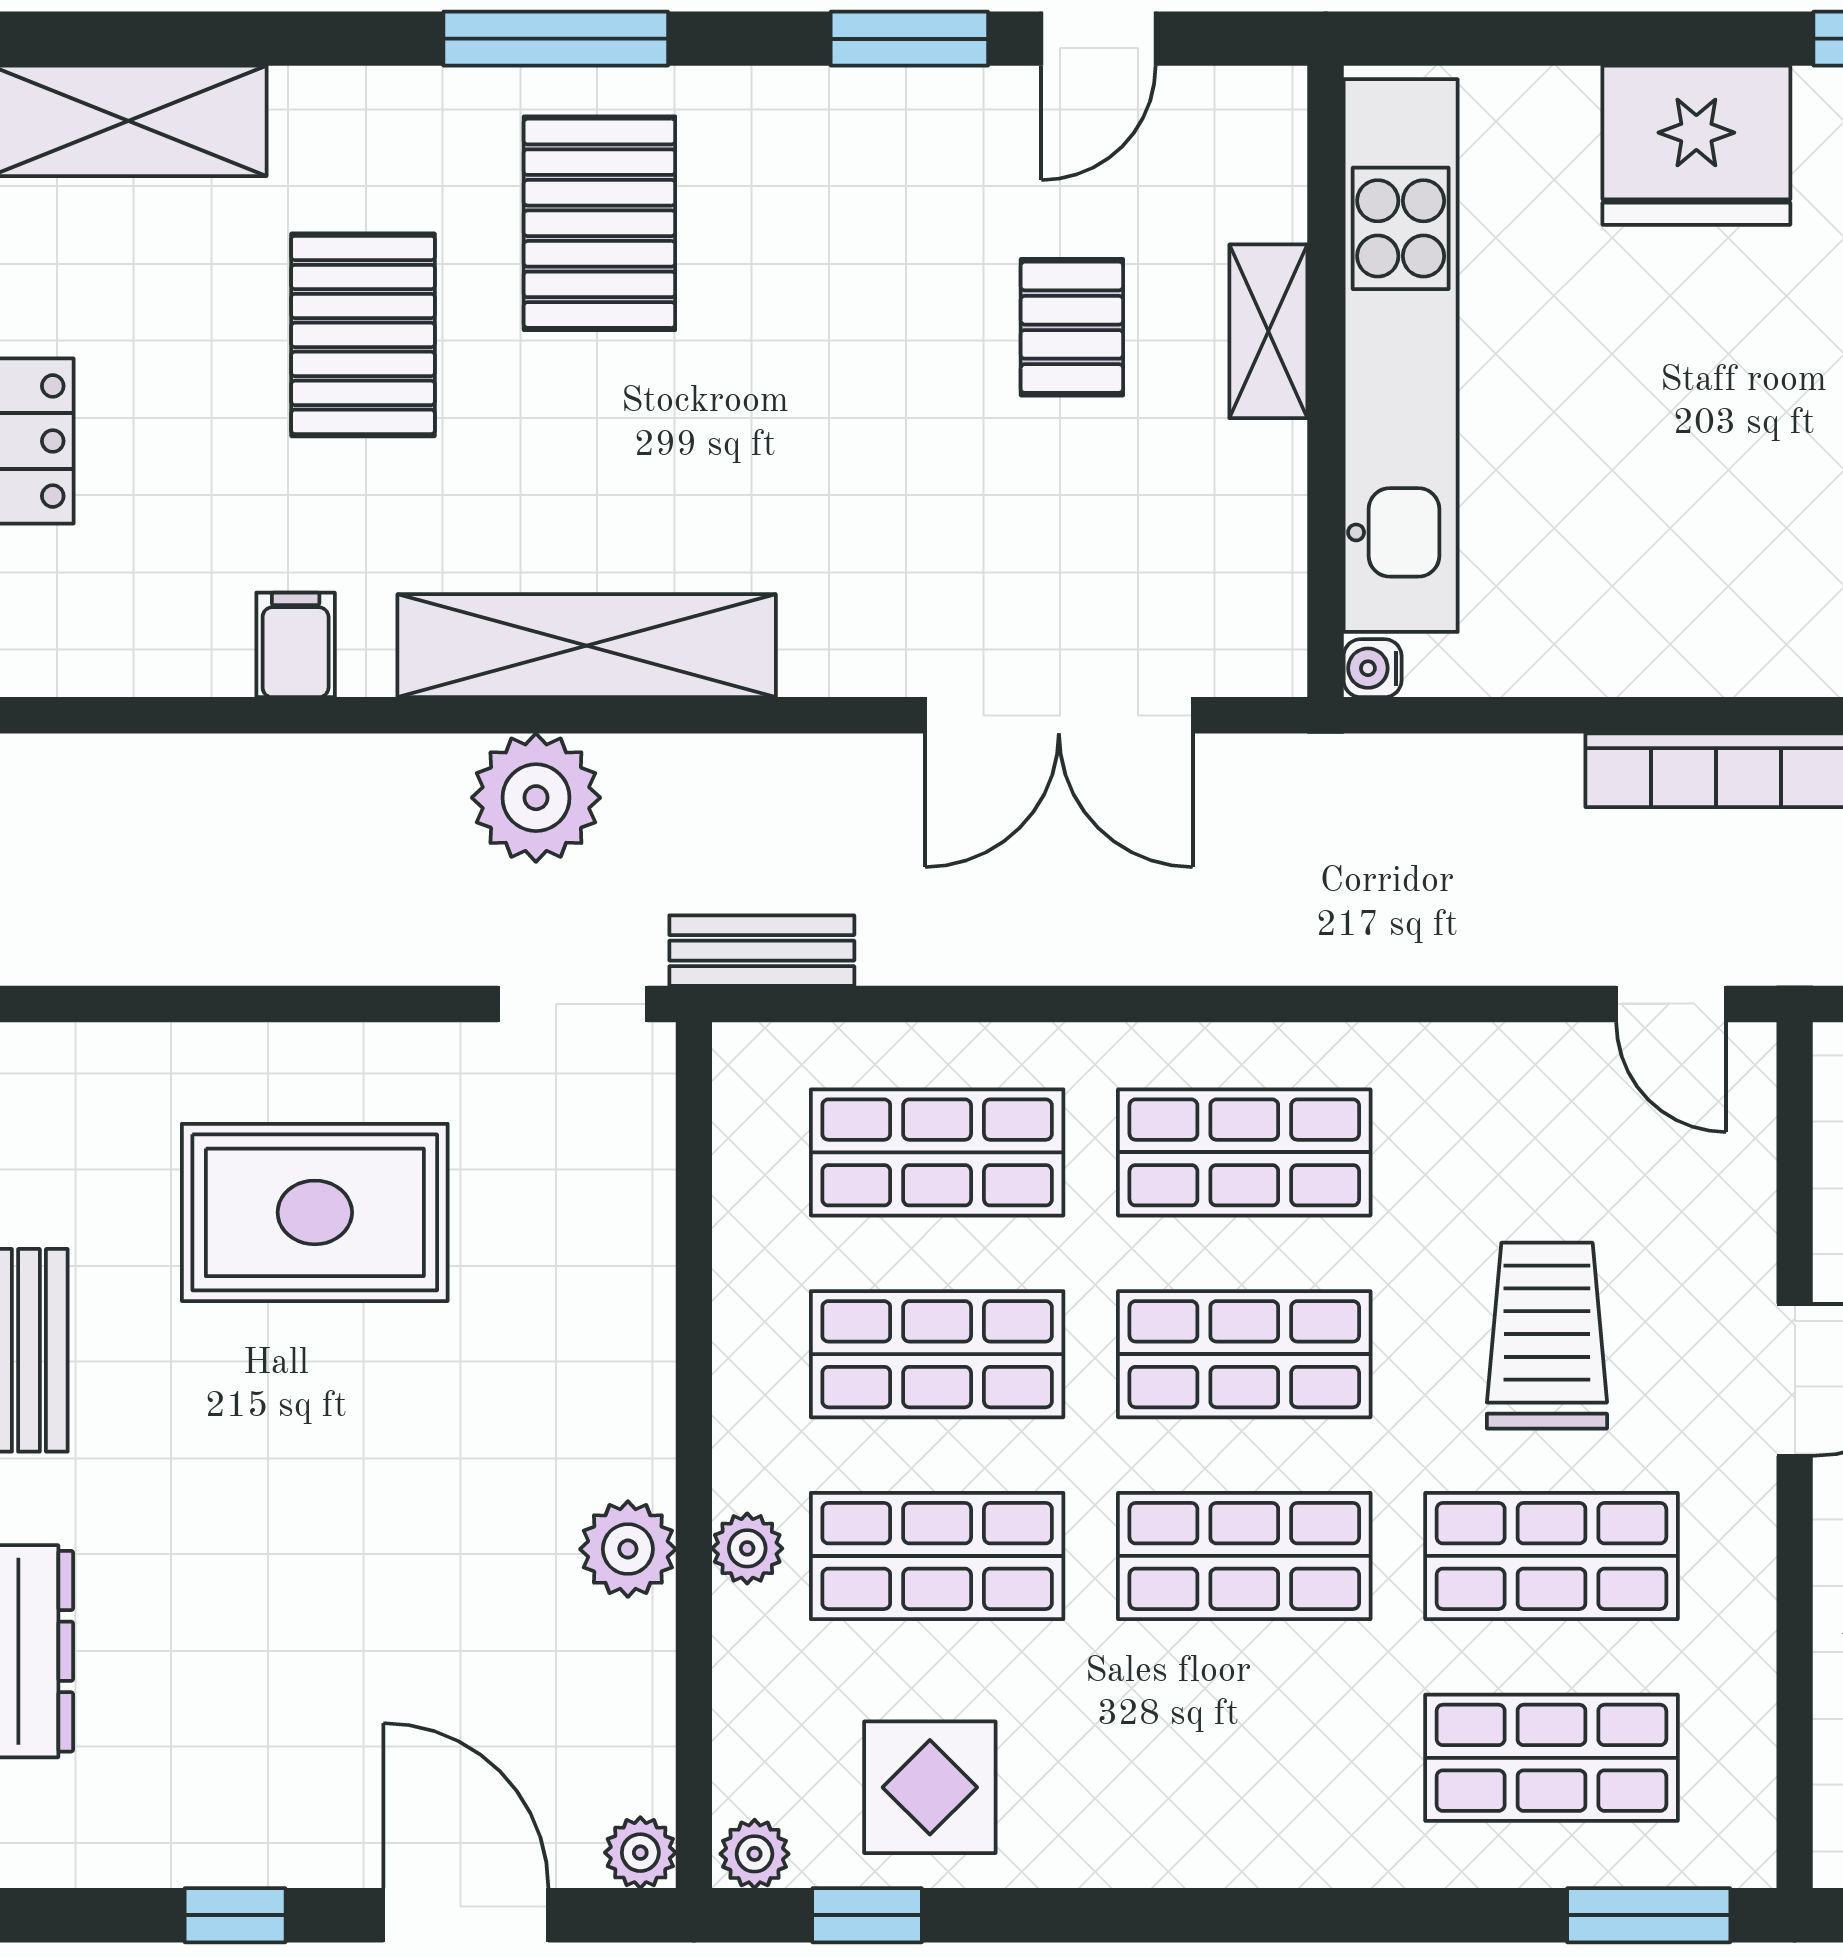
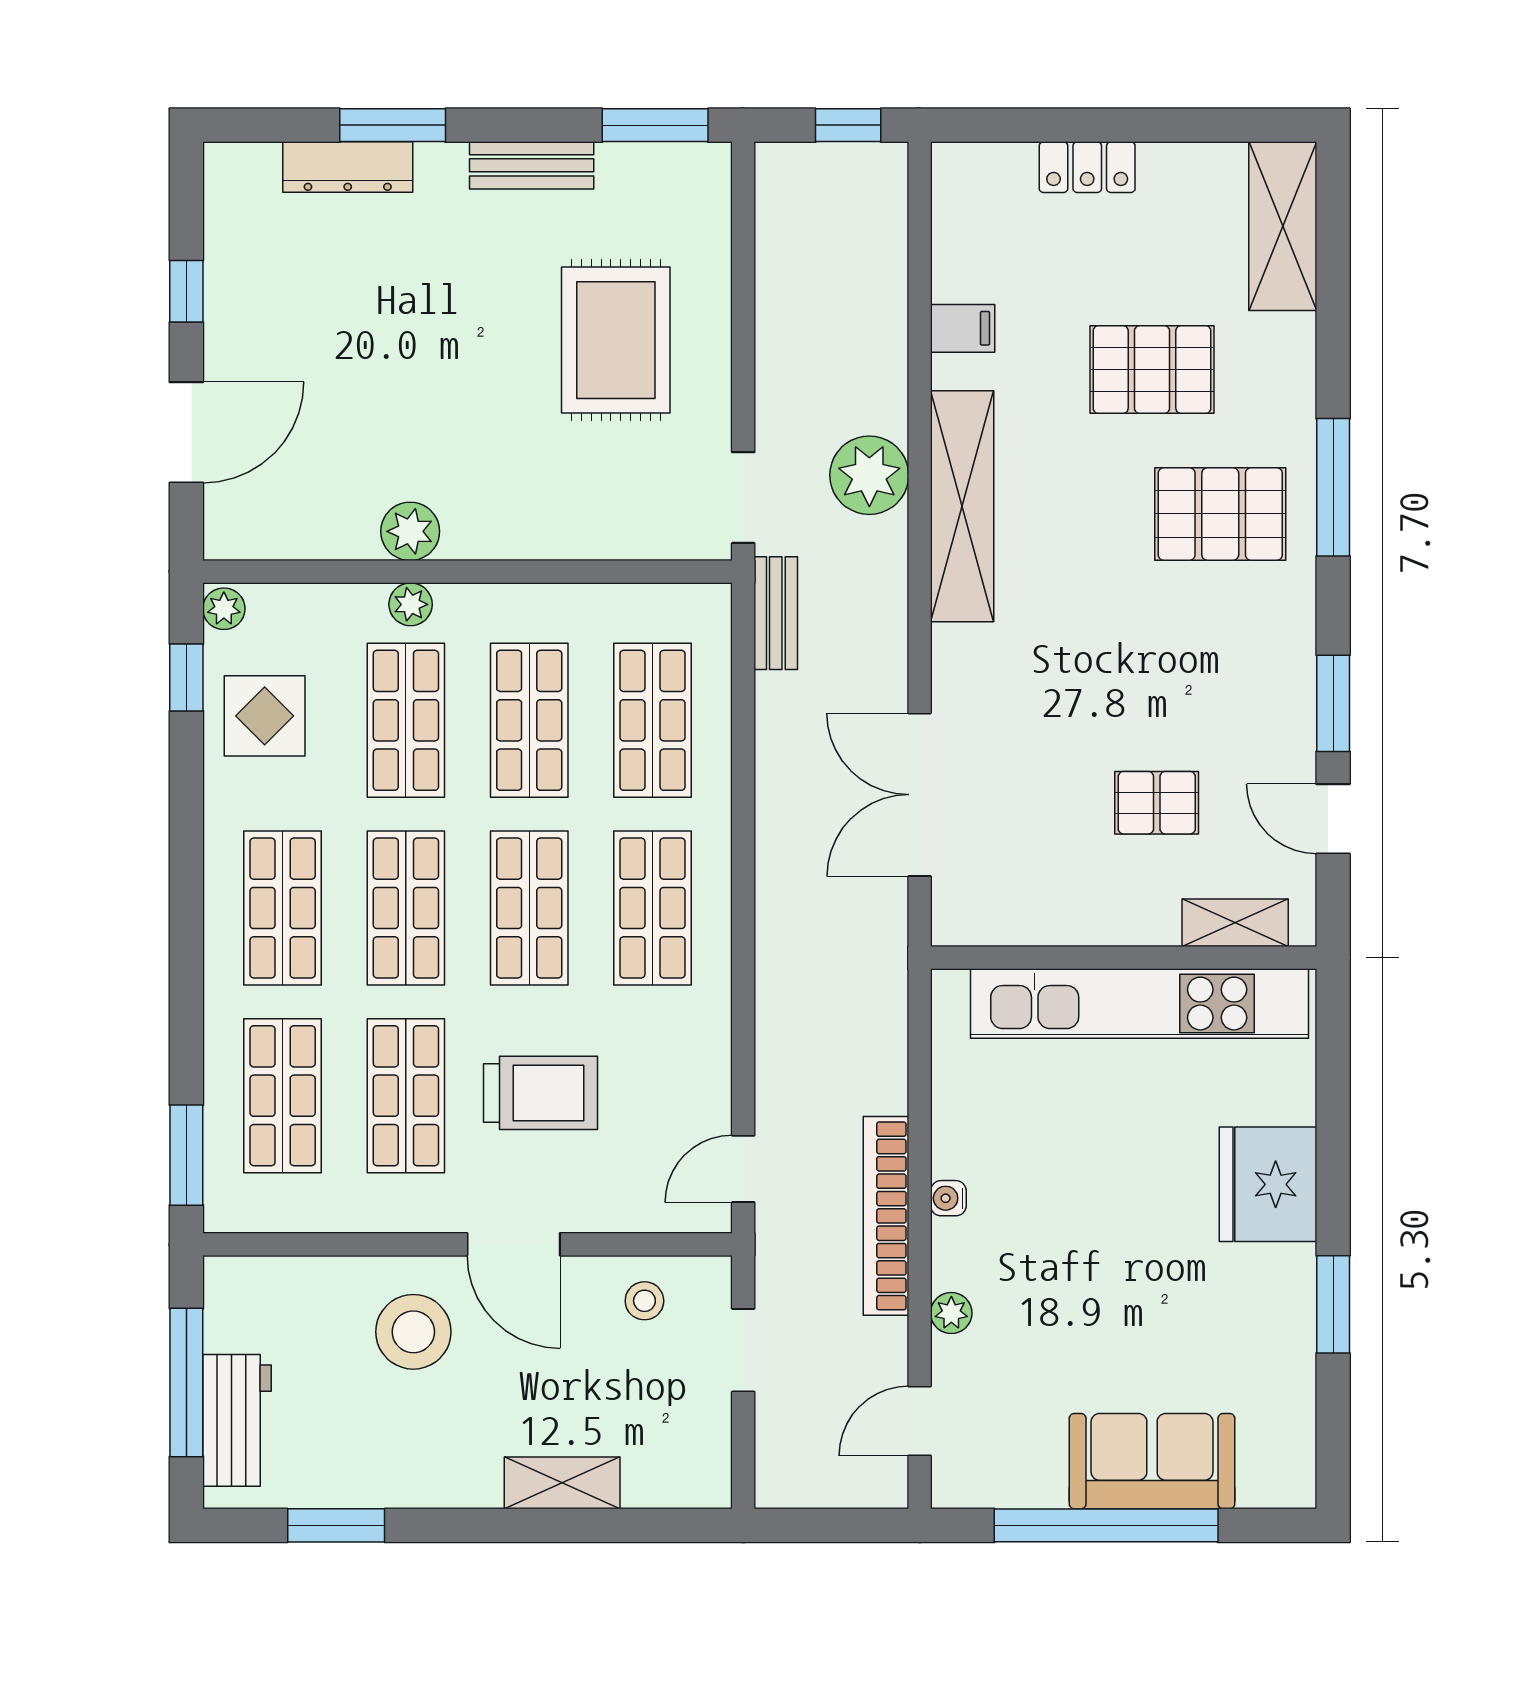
shelving: (1268, 331) -> (1235, 923), moved
water cooler: (1373, 668) -> (948, 1198), moved, turned -90
shop shelf: (1244, 1758) -> (283, 908), added
plant: (640, 1853) -> (225, 539), removed

